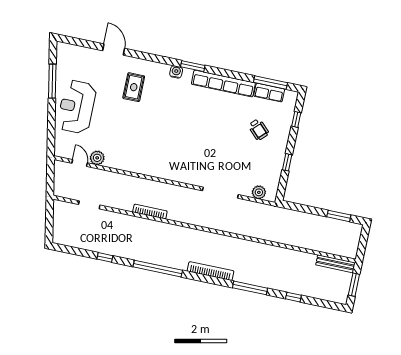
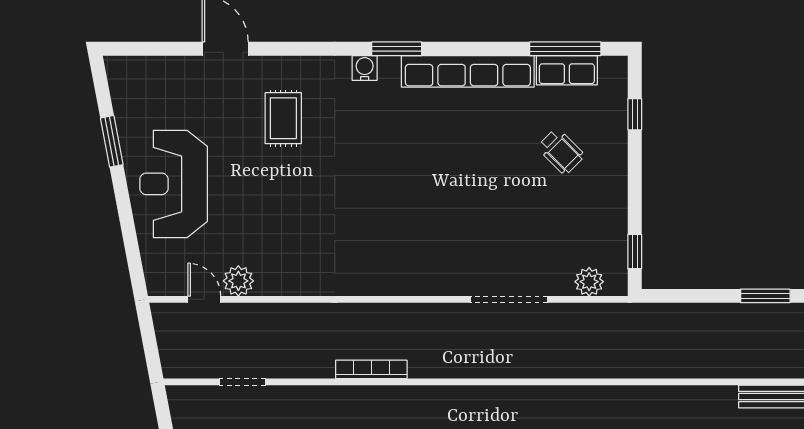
window: (52, 81) -> (112, 141), width x0.69
window: (287, 162) -> (635, 251), moved

